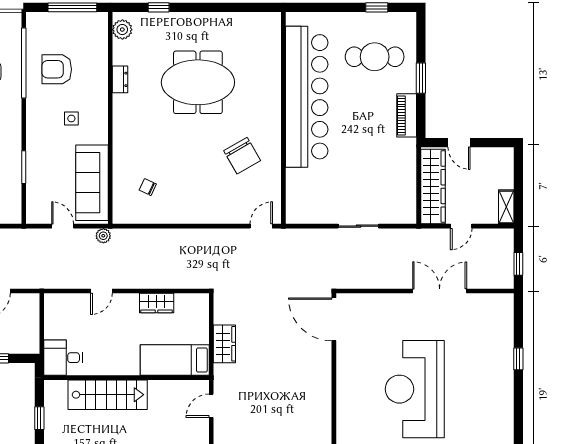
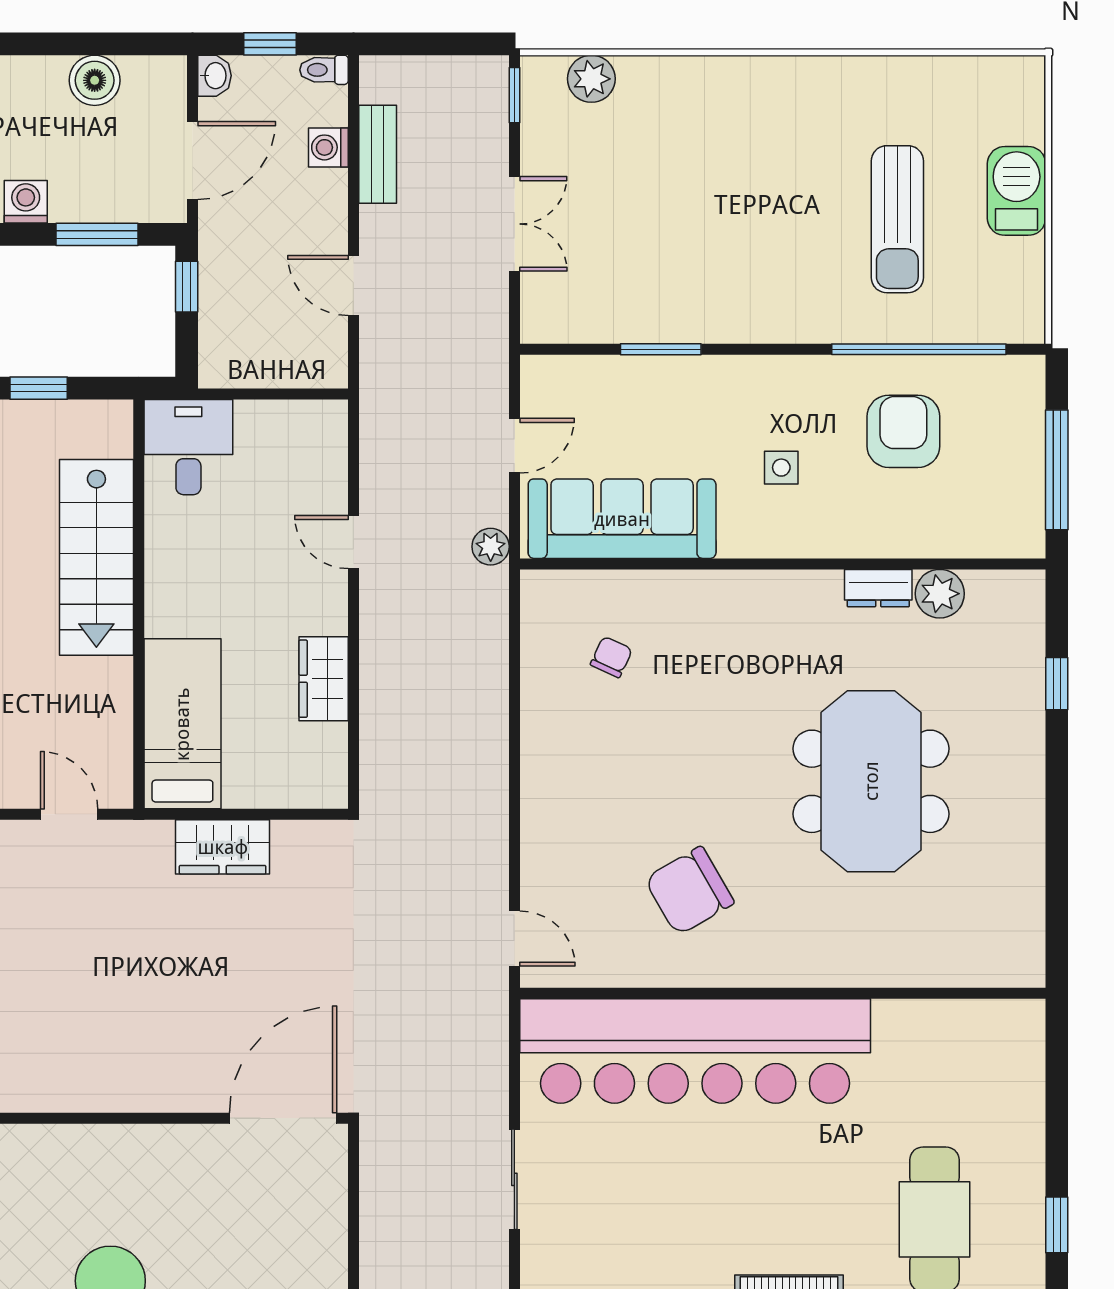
plant: (122, 30) -> (940, 594), moved
bar counter: (307, 97) -> (695, 1051), moved

